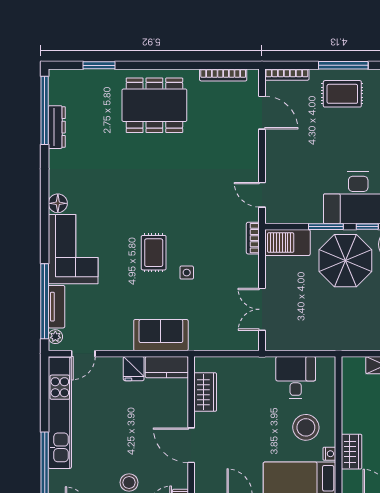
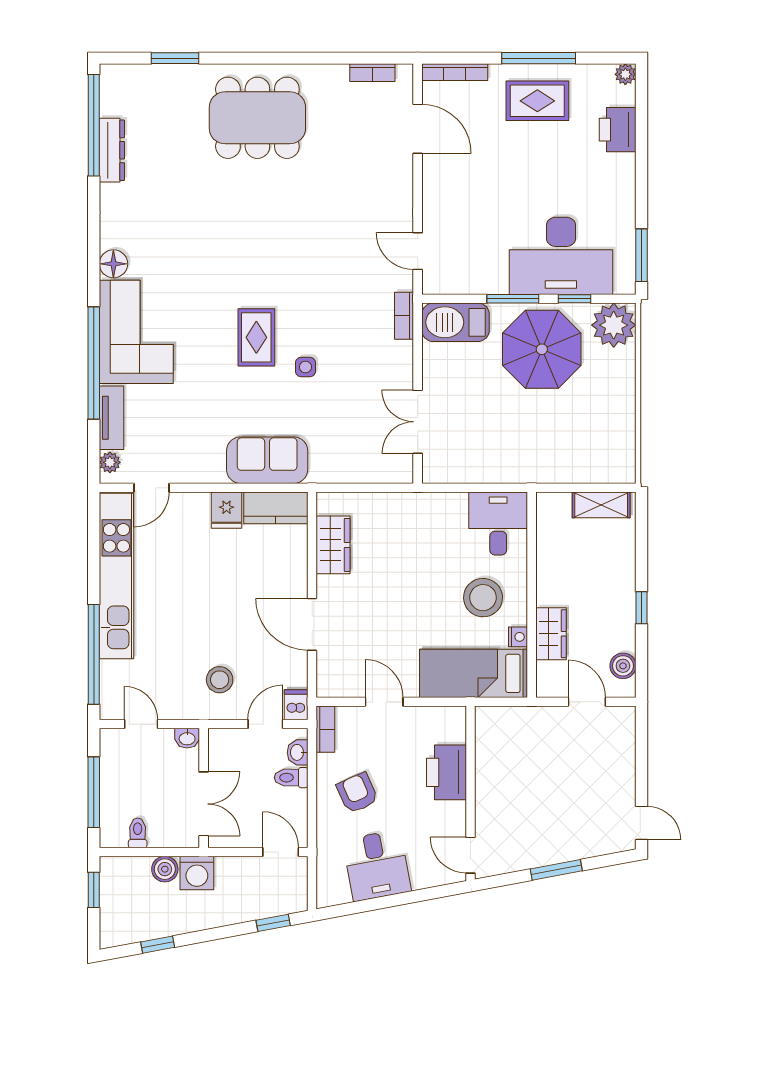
bookcase: (223, 75) -> (372, 73), width x0.64
window: (45, 301) -> (94, 363), moved
desk: (296, 378) -> (498, 524), moved

